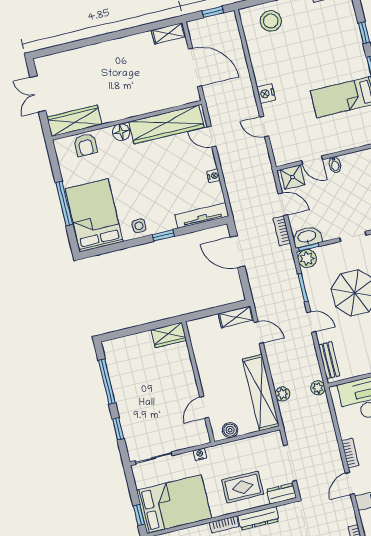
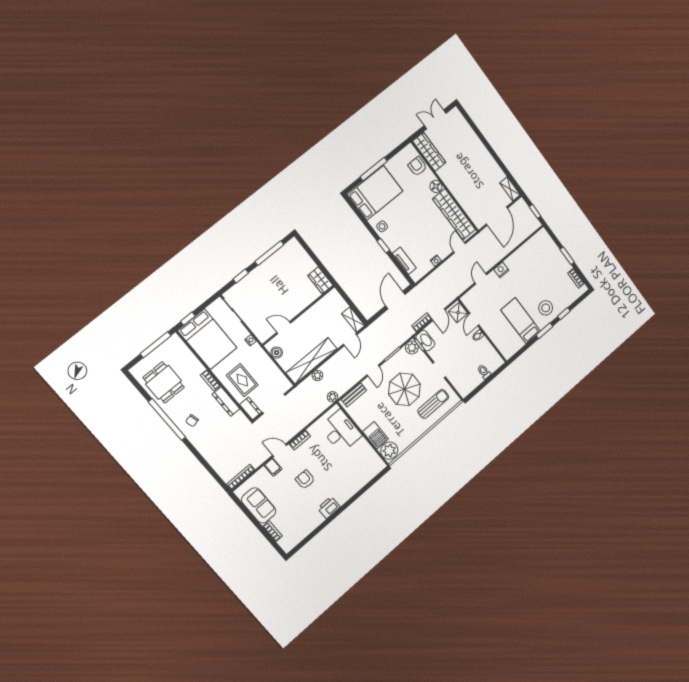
stool: (271, 21) -> (546, 308), moved
armchair: (86, 145) -> (417, 166), turned 90
tv unit: (202, 215) -> (404, 261), width x0.71

